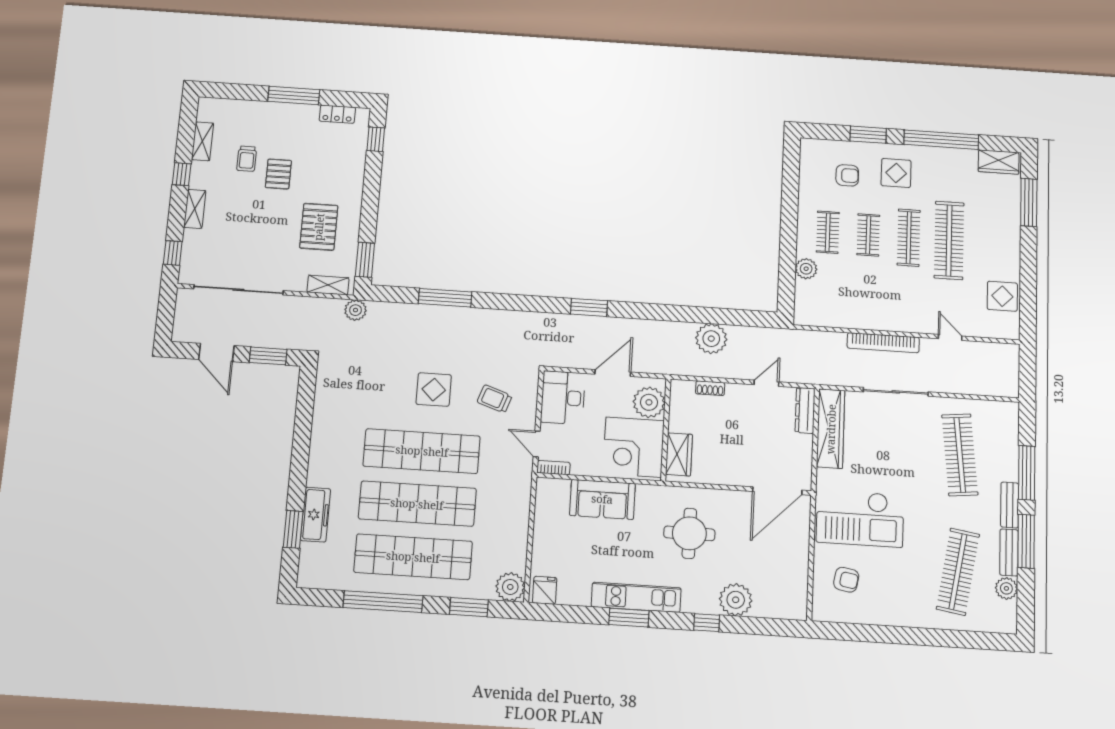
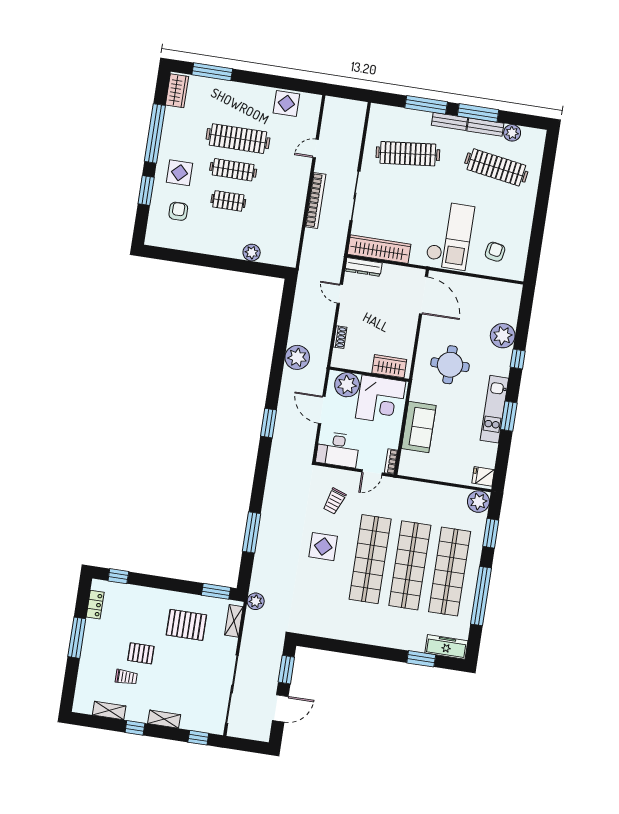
clothes rail: (828, 232) -> (223, 232), removed
plant: (711, 339) -> (297, 357), moved
freezer: (315, 515) -> (446, 647), moved

